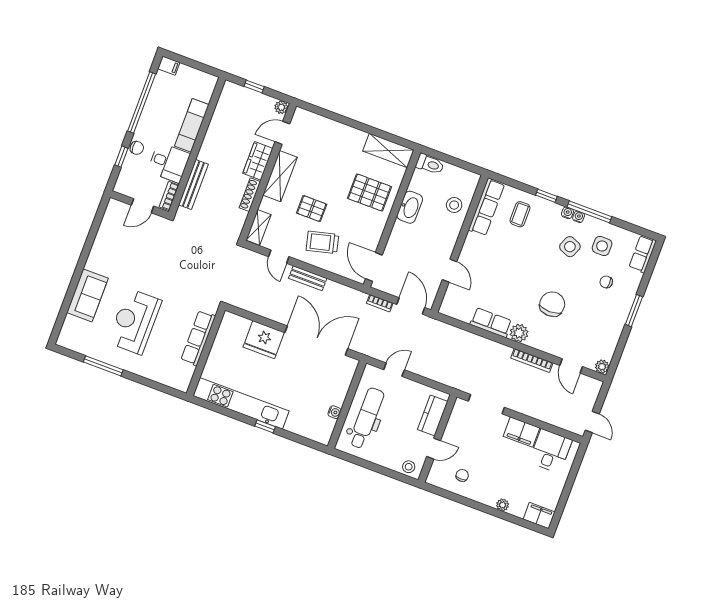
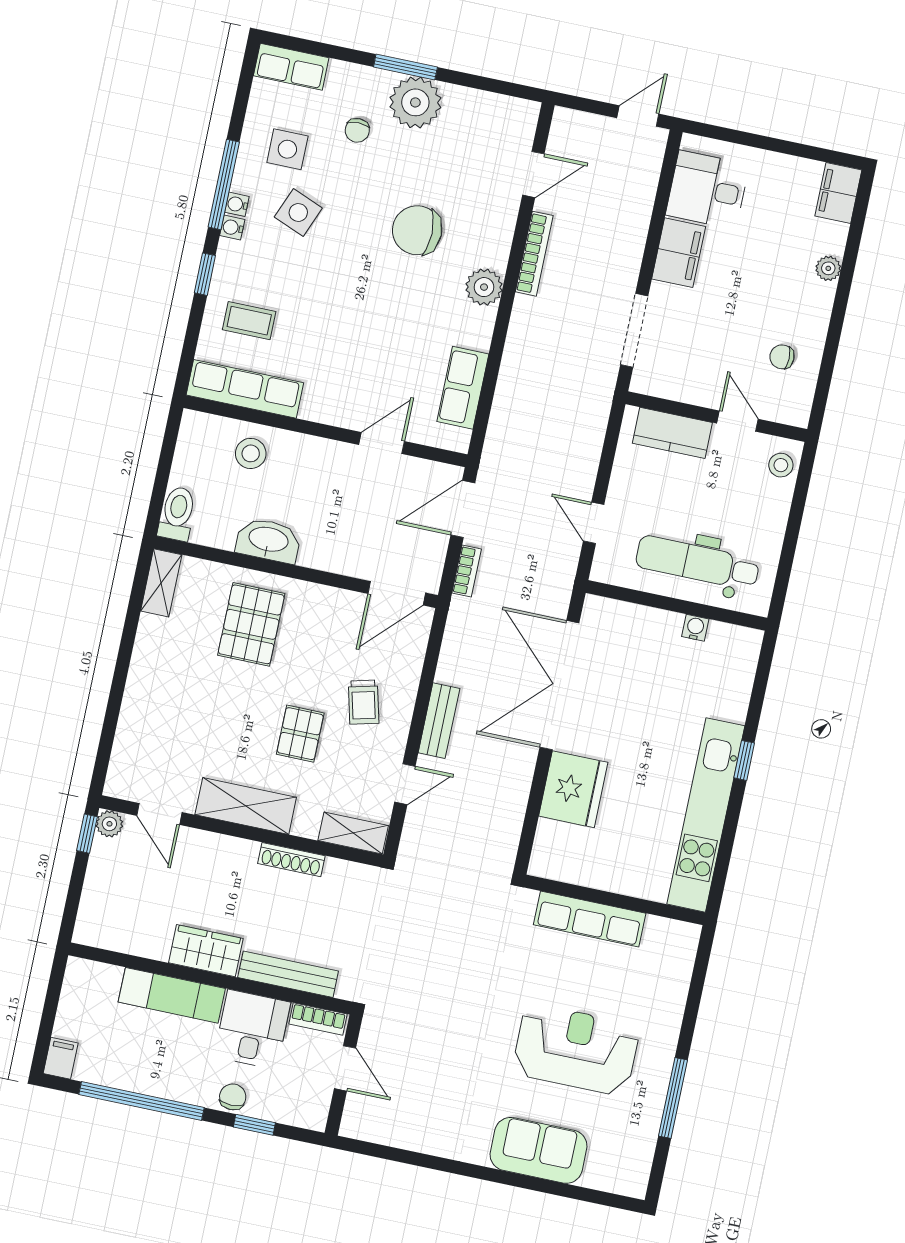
window: (254, 87) -> (87, 834), moved
shelving: (388, 150) -> (161, 583), width x0.67, depth x0.75
wardrobe: (258, 161) -> (206, 951), moved, turned 180
trolley: (322, 242) -> (364, 702), width x0.73, depth x0.72
reception desk: (135, 321) -> (576, 1049), turned 180
row of seats: (491, 323) -> (463, 388), moved
plant: (602, 367) -> (415, 102), moved, width x1.87, depth x1.87

